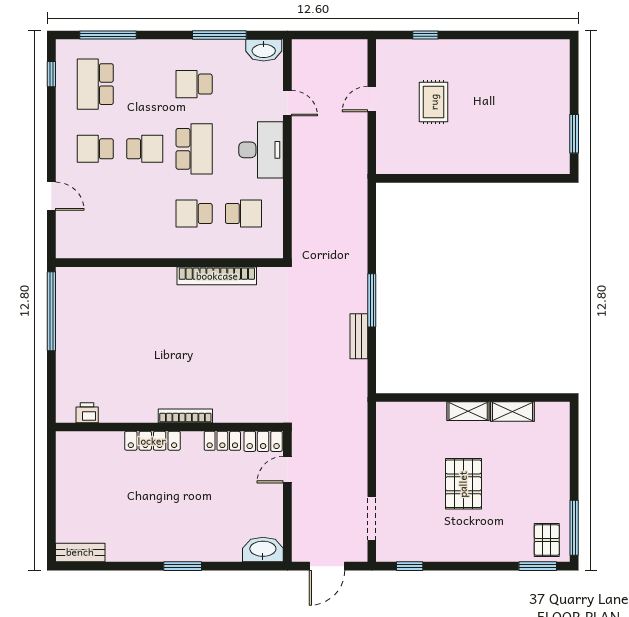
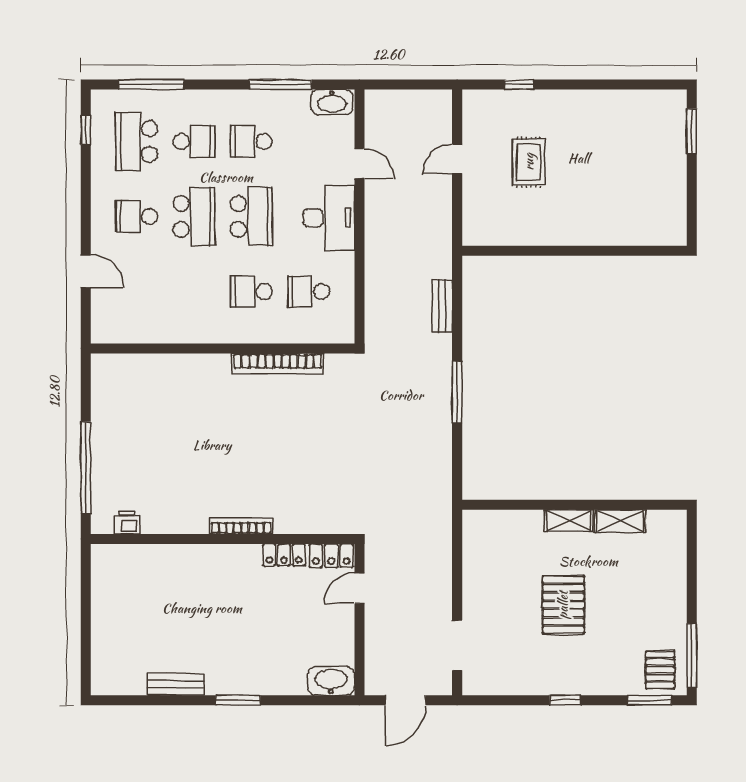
school desk: (145, 84) -> (194, 141), added
window: (574, 134) -> (692, 131), moved
school desk: (145, 149) -> (194, 216), width x1.85
school desk: (244, 214) -> (309, 291), turned 180
window: (51, 311) -> (86, 468), moved
bench: (359, 336) -> (442, 306), moved
locker: (152, 441) -> (203, 555), removed
bench: (80, 552) -> (176, 684), moved
window: (410, 566) -> (565, 700), moved

